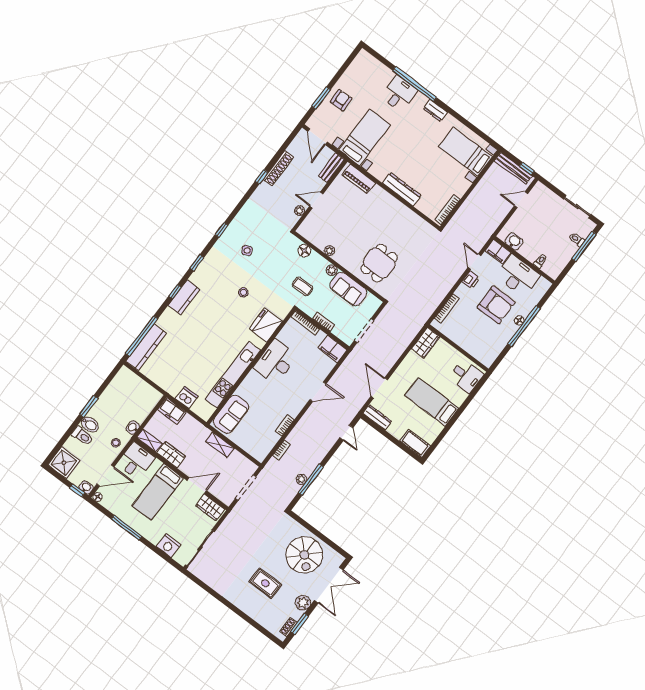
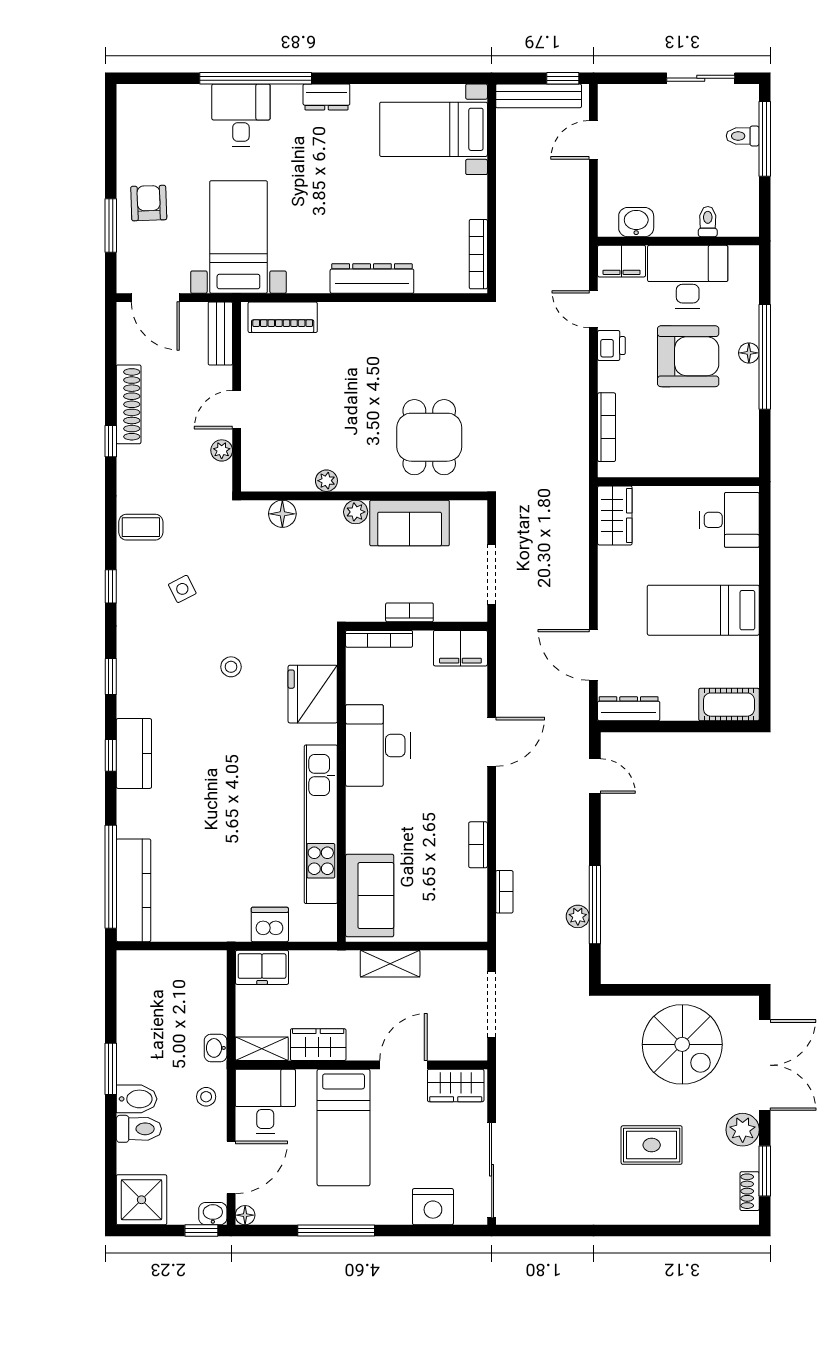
coffee table: (302, 286) -> (141, 527), moved

